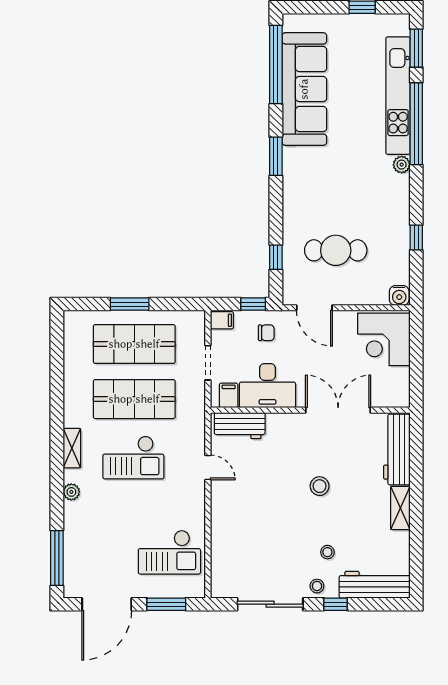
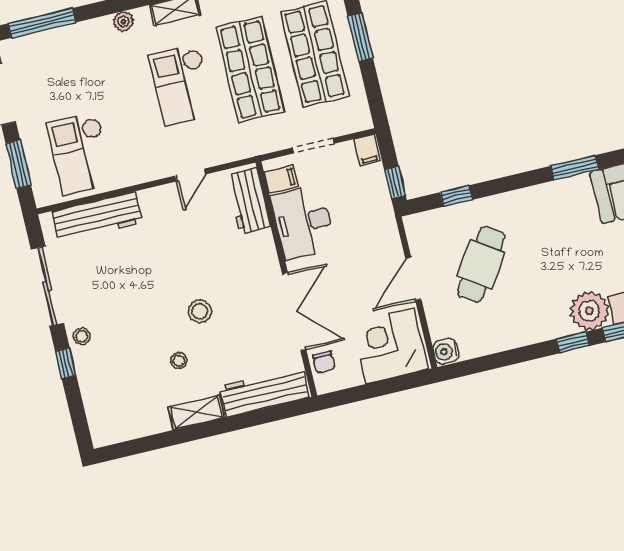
plant: (402, 165) -> (589, 311), width x1.87, depth x1.87
window: (416, 238) -> (573, 342), moved
cafe table: (336, 250) -> (481, 264), turned 34
door: (314, 308) -> (413, 279), moved
chair: (266, 333) -> (324, 362), moved
stool: (327, 552) -> (179, 361), moved
workbench: (375, 585) -> (97, 217), moved, turned 90

